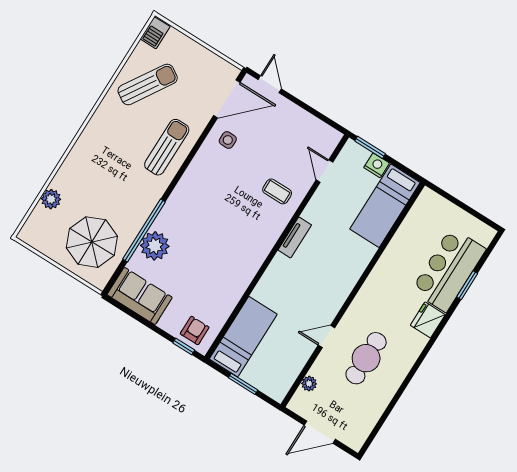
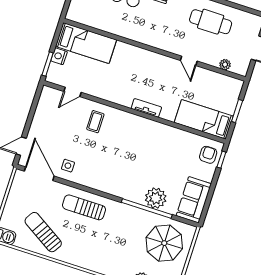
tv unit: (295, 237) -> (146, 108), moved
armchair: (195, 331) -> (208, 155), turned 90
cafe table: (366, 358) -> (211, 22), moved

